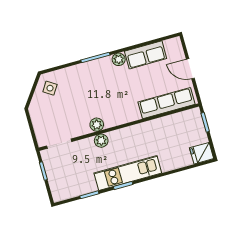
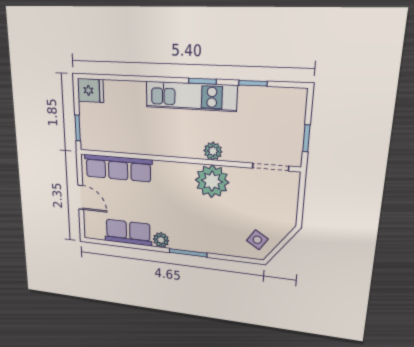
plant: (97, 125) -> (212, 181), width x1.88, depth x1.88

